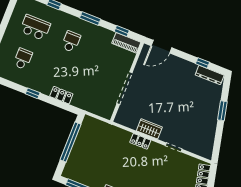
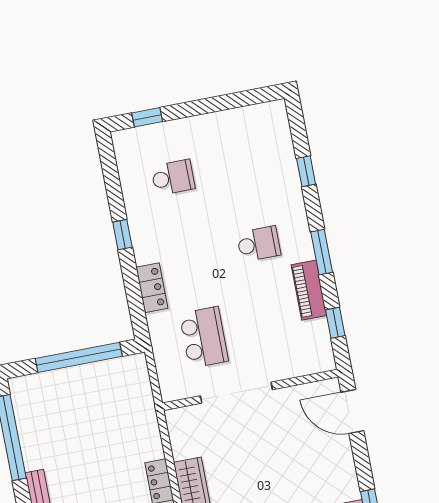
school desk: (35, 27) -> (204, 337), moved
piano: (126, 43) -> (309, 290), moved

